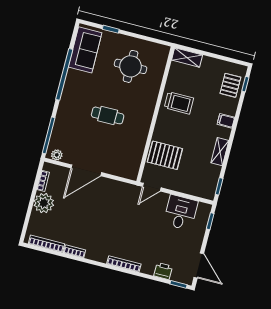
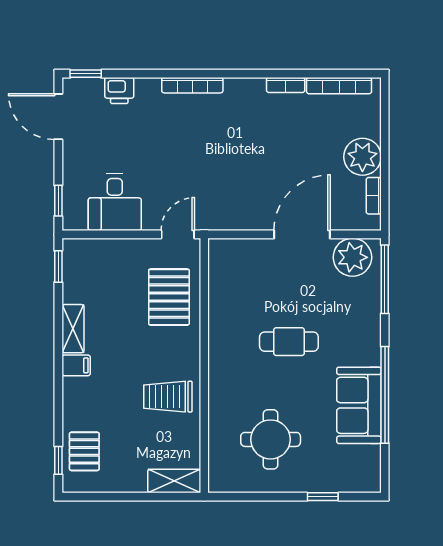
sofa: (85, 50) -> (359, 405), moved
filing cabinet: (226, 121) -> (76, 365), moved
plant: (57, 155) -> (352, 257), width x1.87, depth x1.87
pallet: (165, 155) -> (169, 297), turned 90

